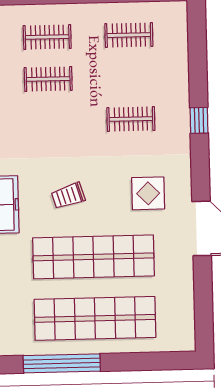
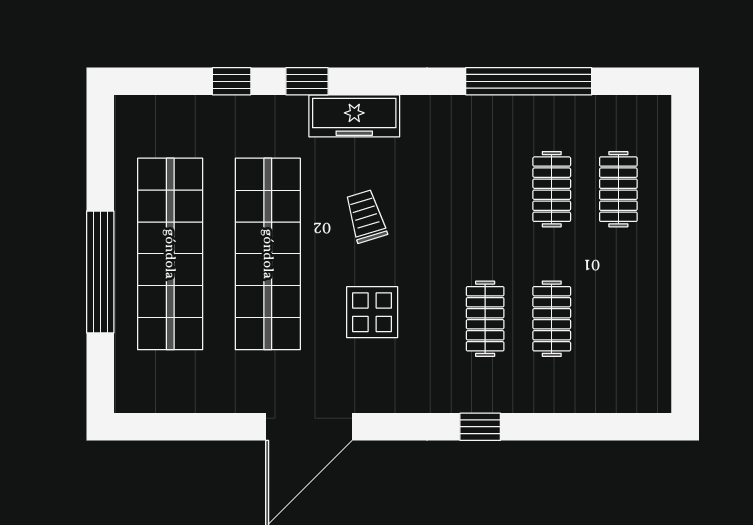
clothes rail: (129, 35) -> (552, 319), moved
display table: (148, 193) -> (372, 312), moved
window: (62, 363) -> (100, 272), moved

